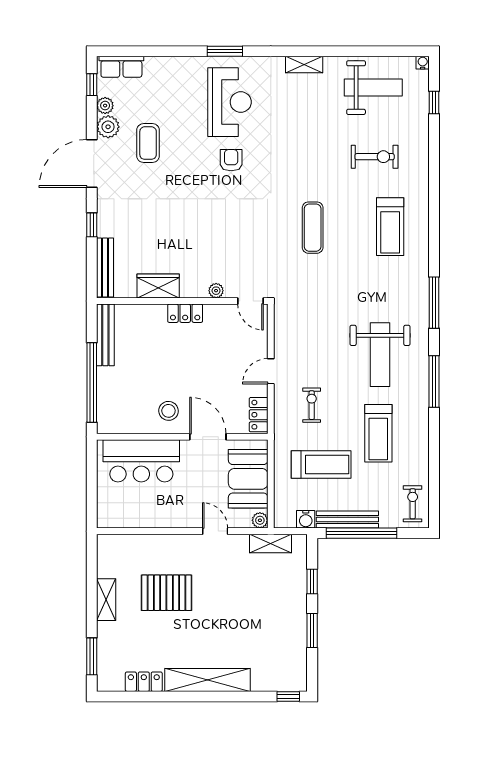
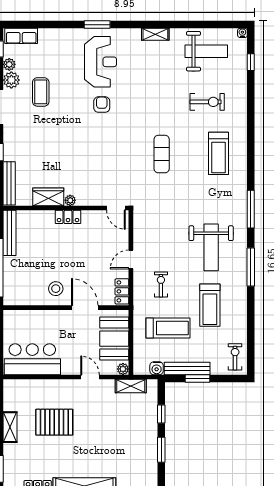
plant: (216, 291) -> (70, 200), moved
bar counter: (141, 461) -> (32, 359), moved, turned 180
window: (361, 533) -> (197, 378), width x0.47

